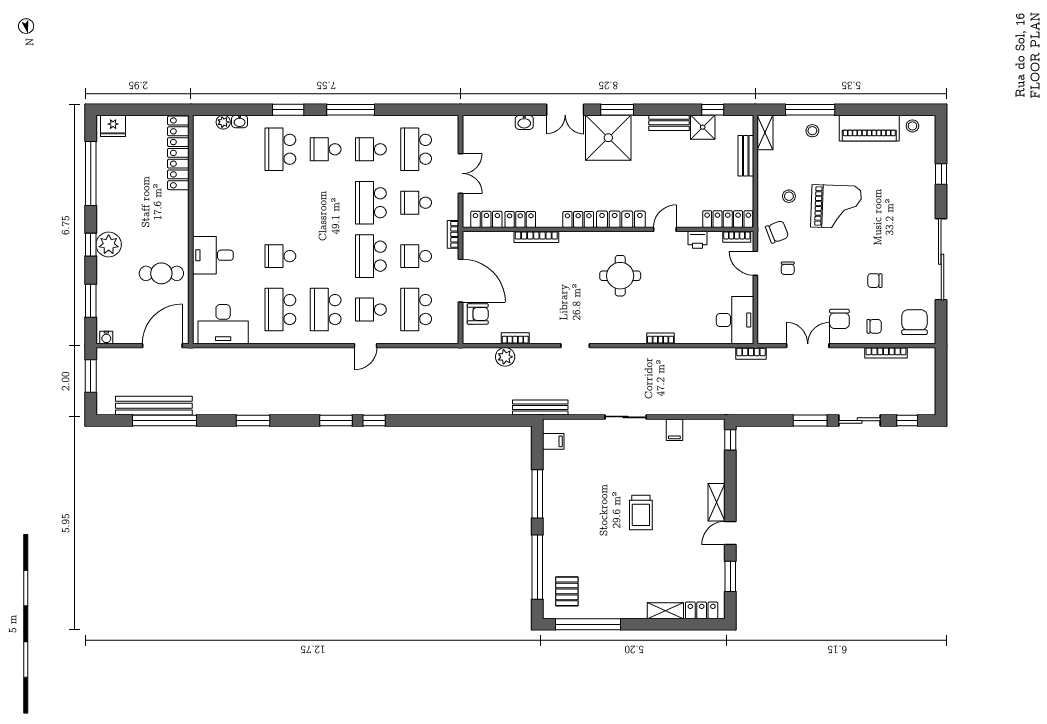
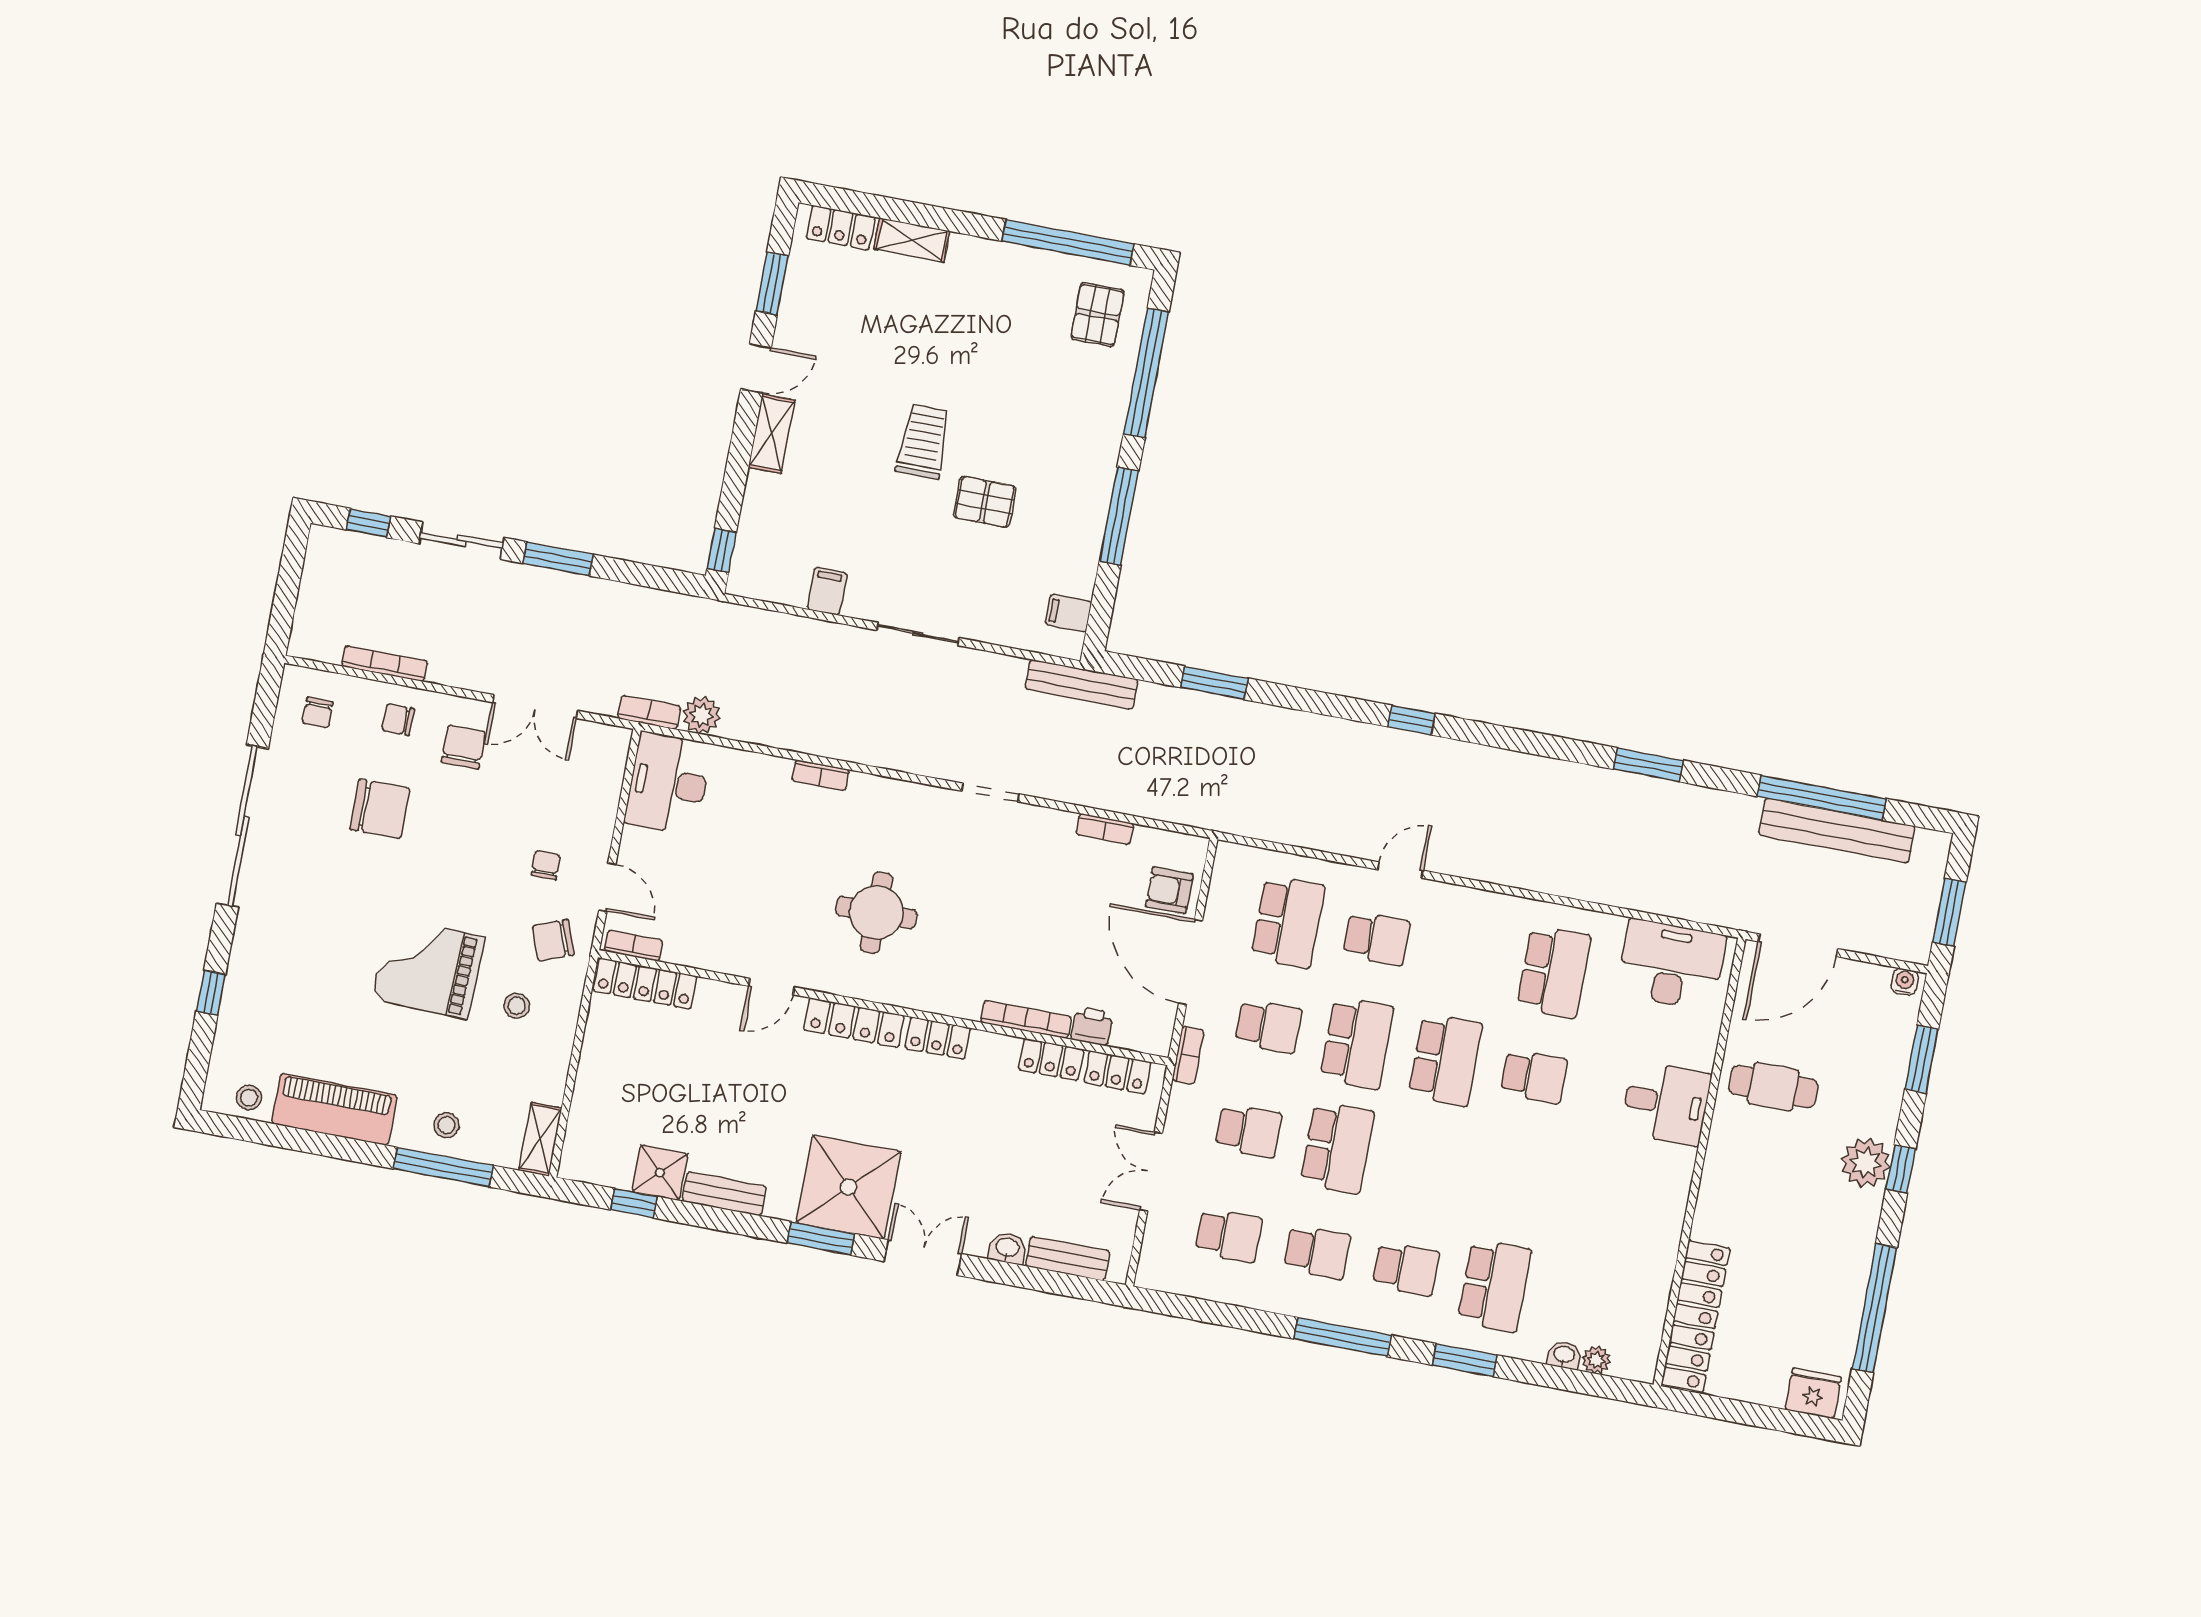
school desk: (416, 149) -> (1229, 1235), width x0.54
bench: (746, 156) -> (1068, 1258), moved, turned 90
printer: (697, 240) -> (1092, 1026), moved
chair: (875, 281) -> (380, 809), width x1.87, depth x1.87
school desk: (326, 310) -> (1445, 1060), moved
chair: (914, 322) -> (318, 713), width x0.54, depth x0.54
plant: (505, 357) -> (701, 715), moved
window: (336, 421) -> (1215, 683), moved
pallet: (605, 488) -> (985, 502), added

